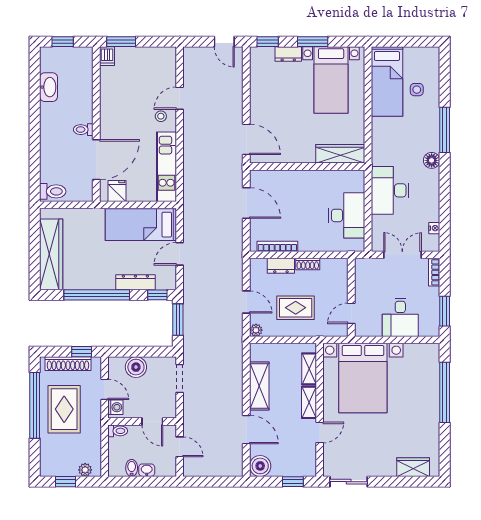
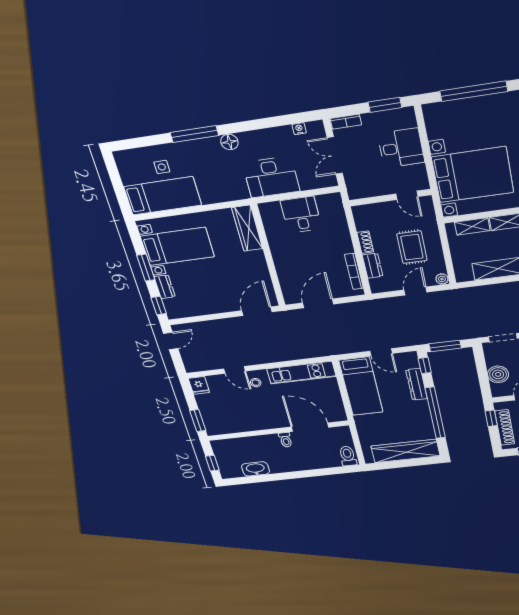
dishwasher: (107, 56) -> (214, 430), removed
fridge: (117, 191) -> (199, 385), moved, turned -90
desk: (347, 215) -> (301, 215), width x0.73

